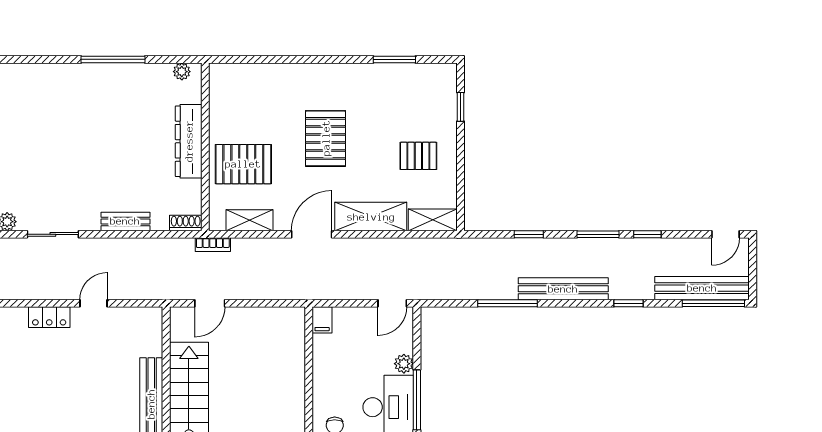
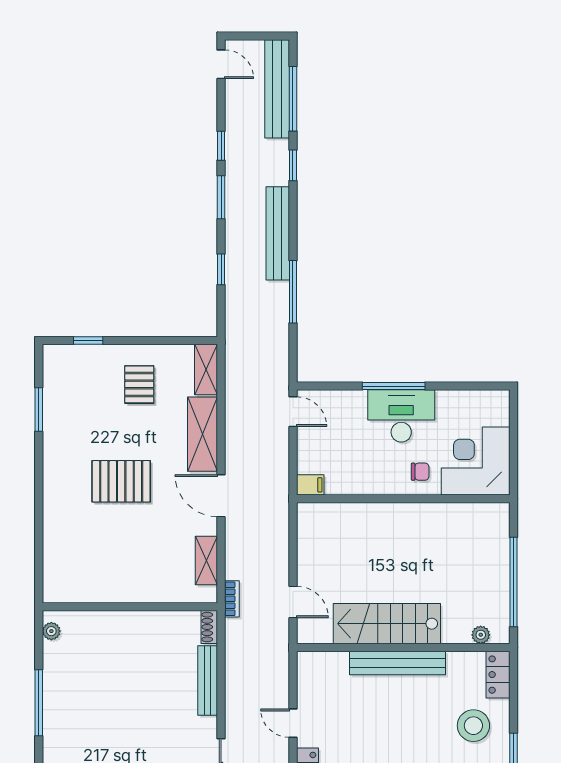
dresser: (189, 141) -> (124, 624), removed
pallet: (243, 164) -> (148, 567), removed
bench: (125, 221) -> (208, 680), width x1.36
window: (713, 303) -> (293, 99), moved
plant: (404, 364) -> (356, 400), removed

